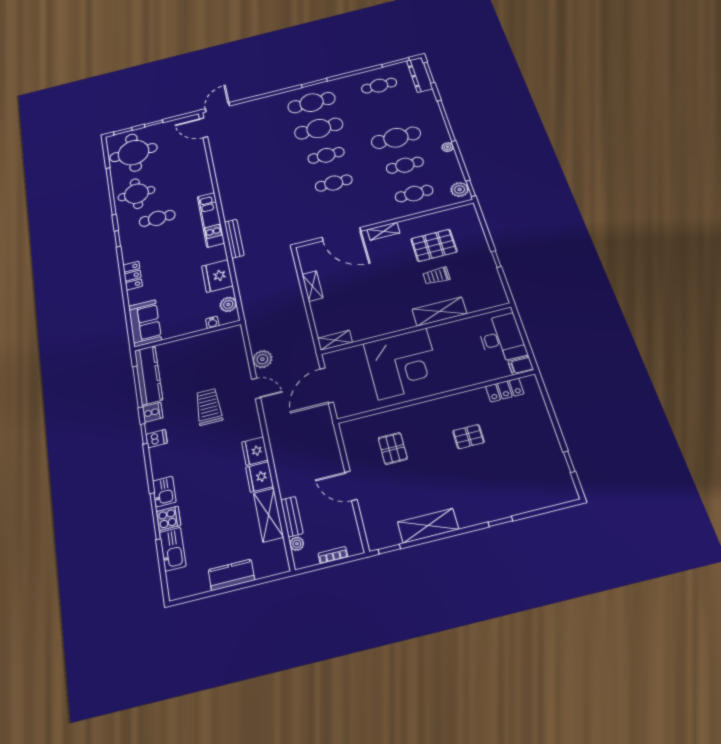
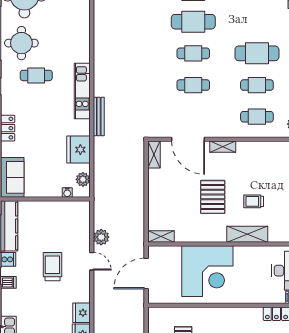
pallet: (434, 245) -> (213, 197), moved, turned 90
shelving: (312, 286) -> (154, 154), moved

